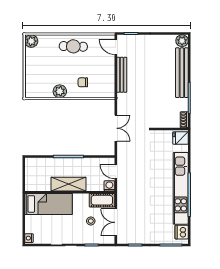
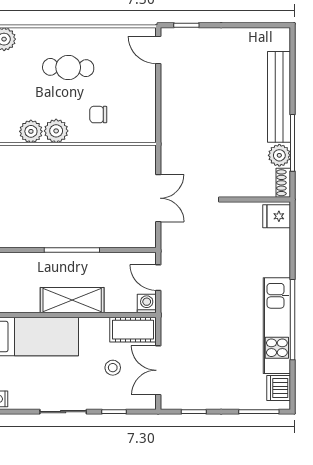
plant: (182, 41) -> (279, 155), moved
cafe table: (73, 46) -> (68, 68), moved
bench: (122, 75) -> (169, 101), removed
plant: (46, 92) -> (31, 131), added
kitchen unit: (181, 188) -> (277, 326), width x0.73

